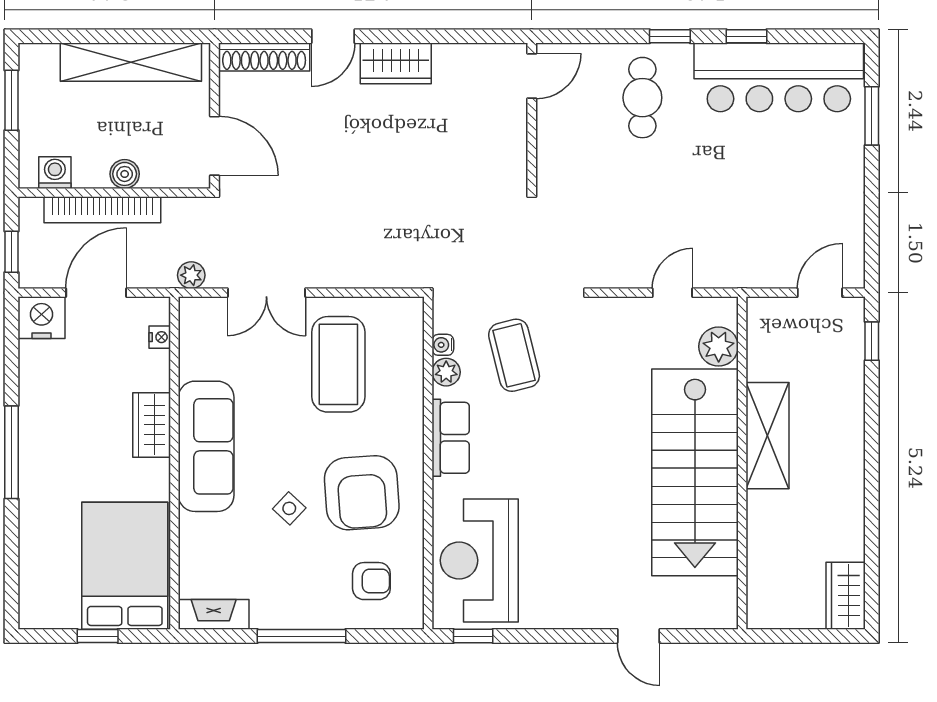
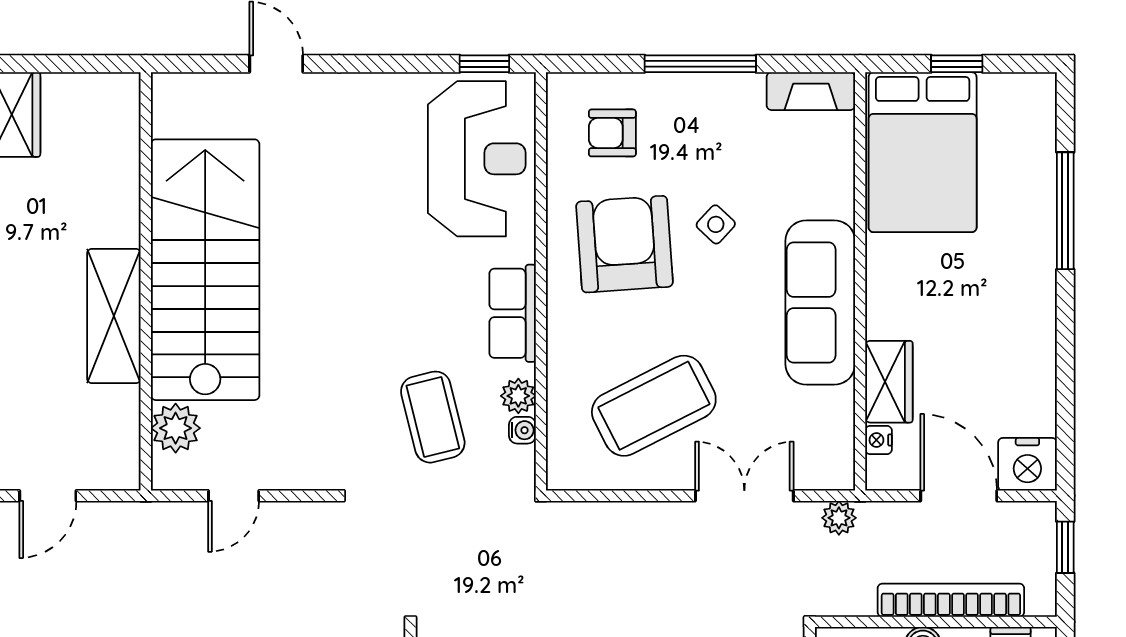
door: (96, 293) -> (959, 496), swing flipped
coffee table: (338, 364) -> (654, 406), turned 63
wardrobe: (152, 425) -> (889, 382), moved
window: (11, 452) -> (1065, 211), moved

